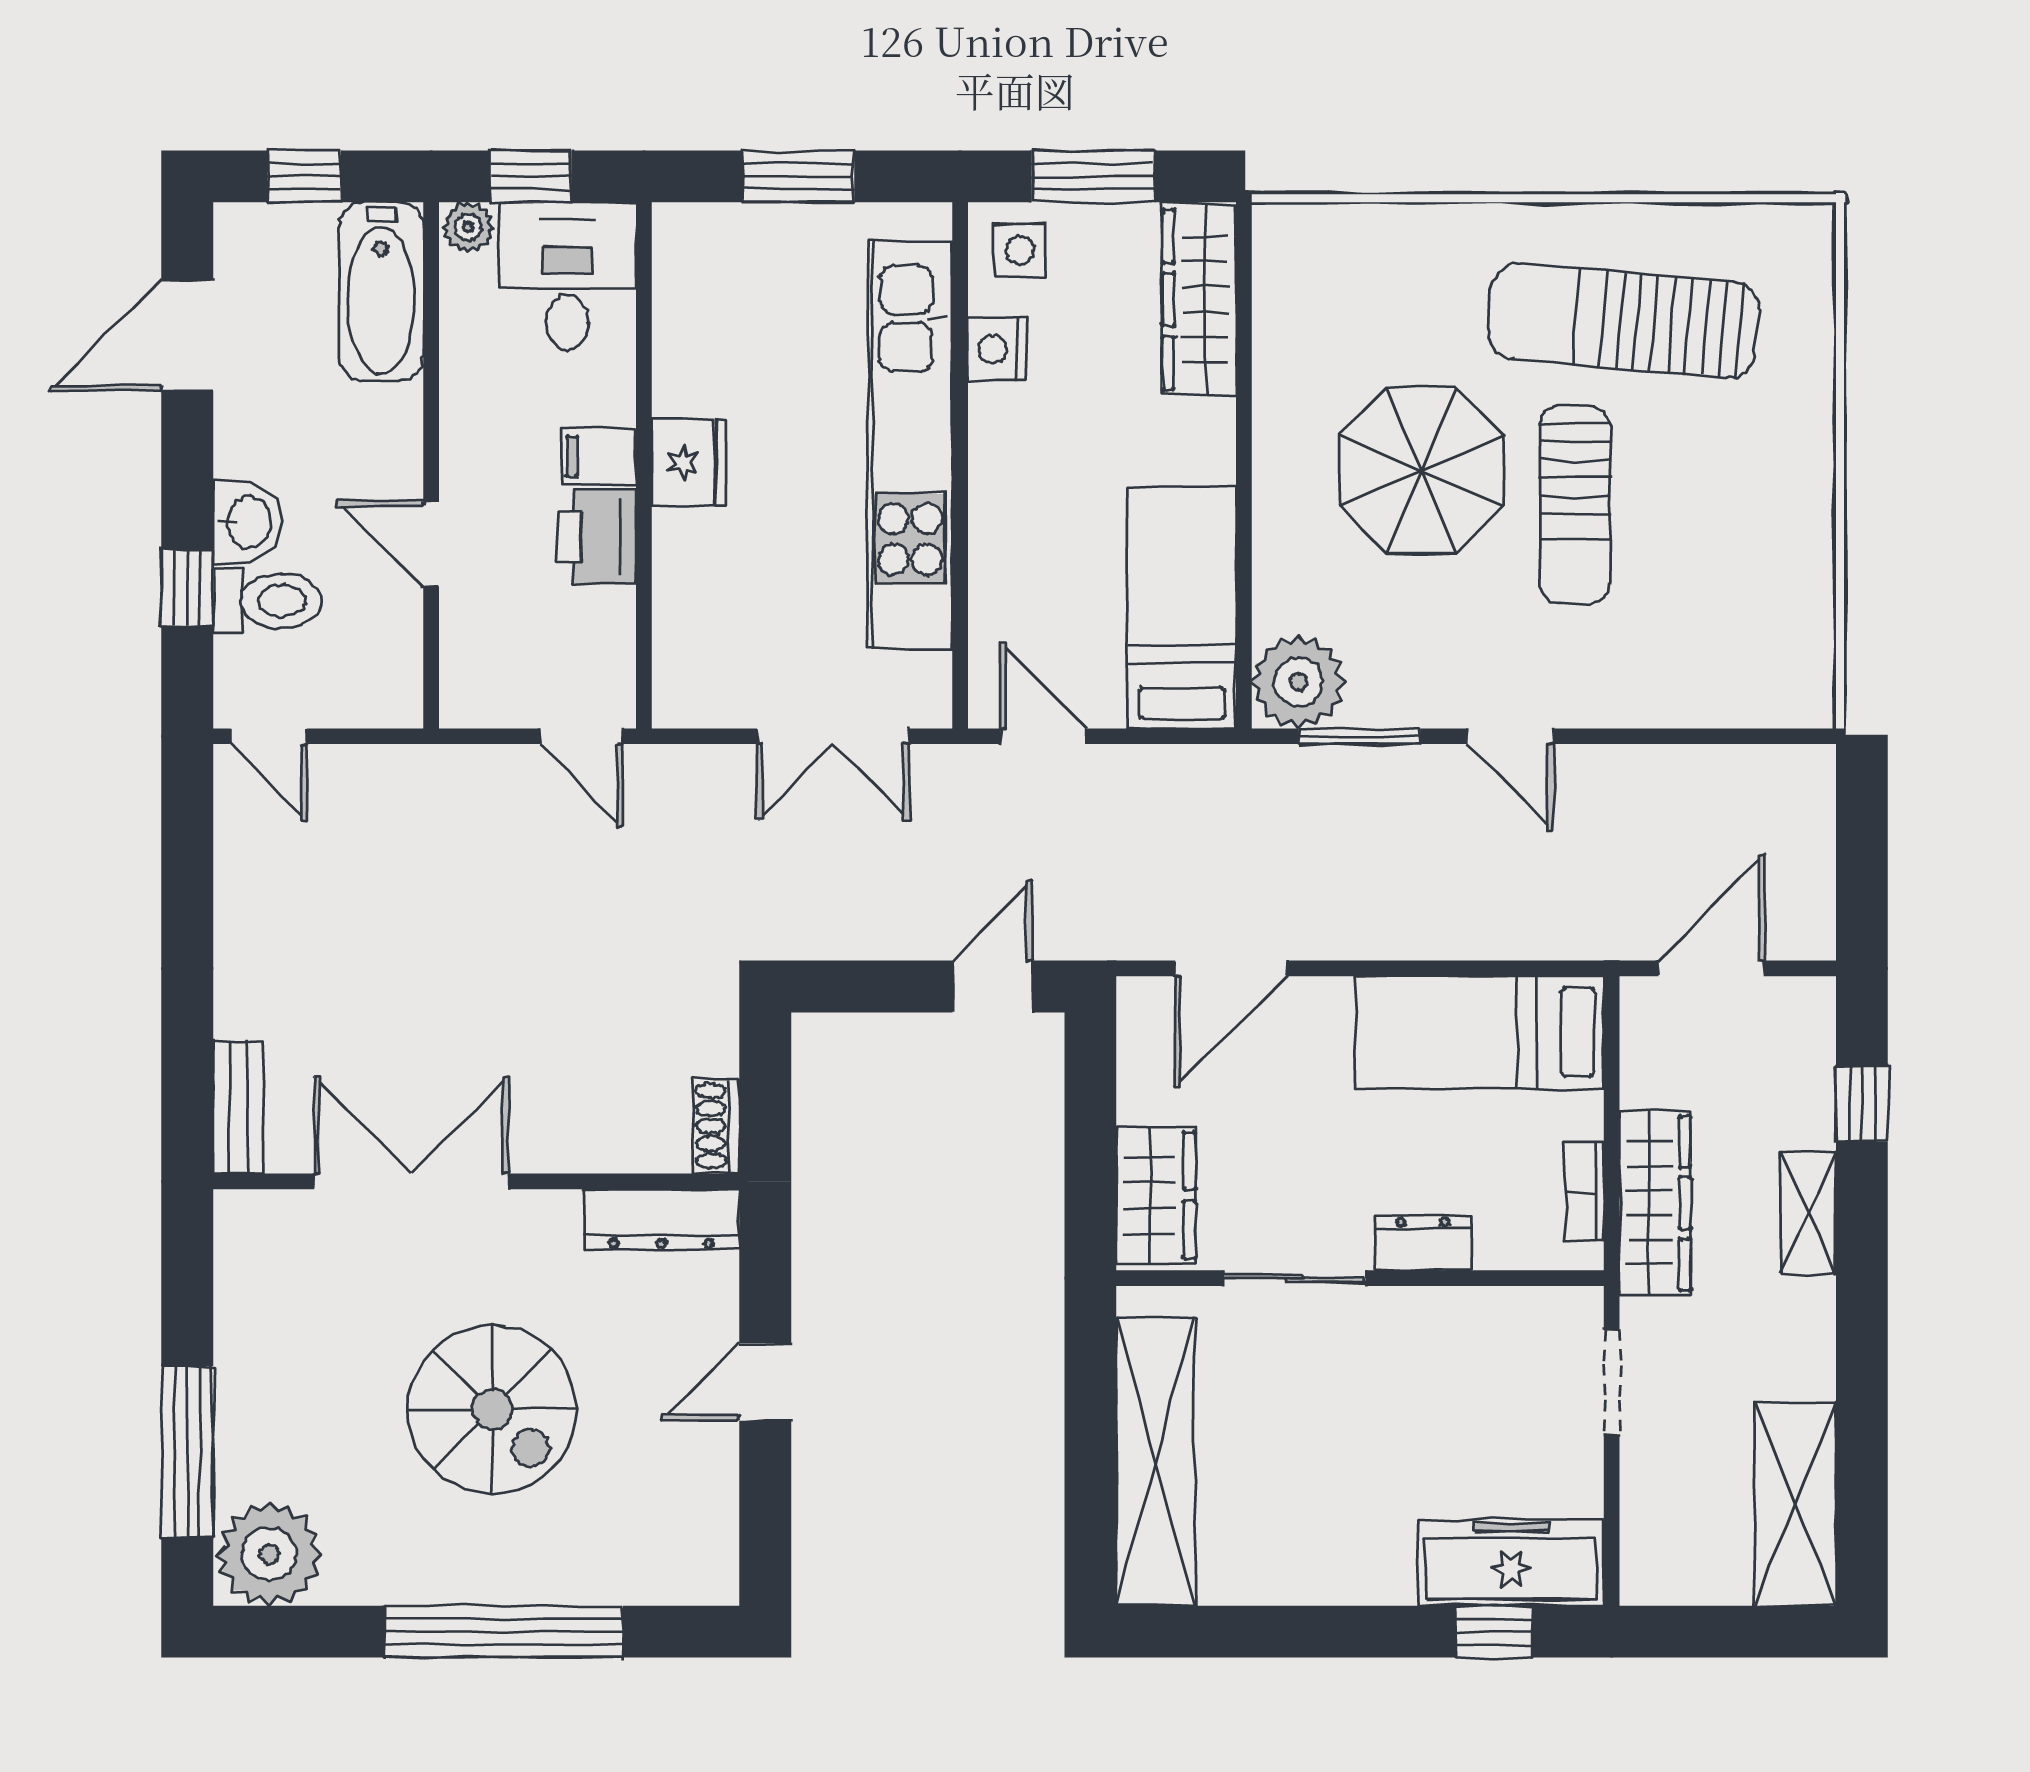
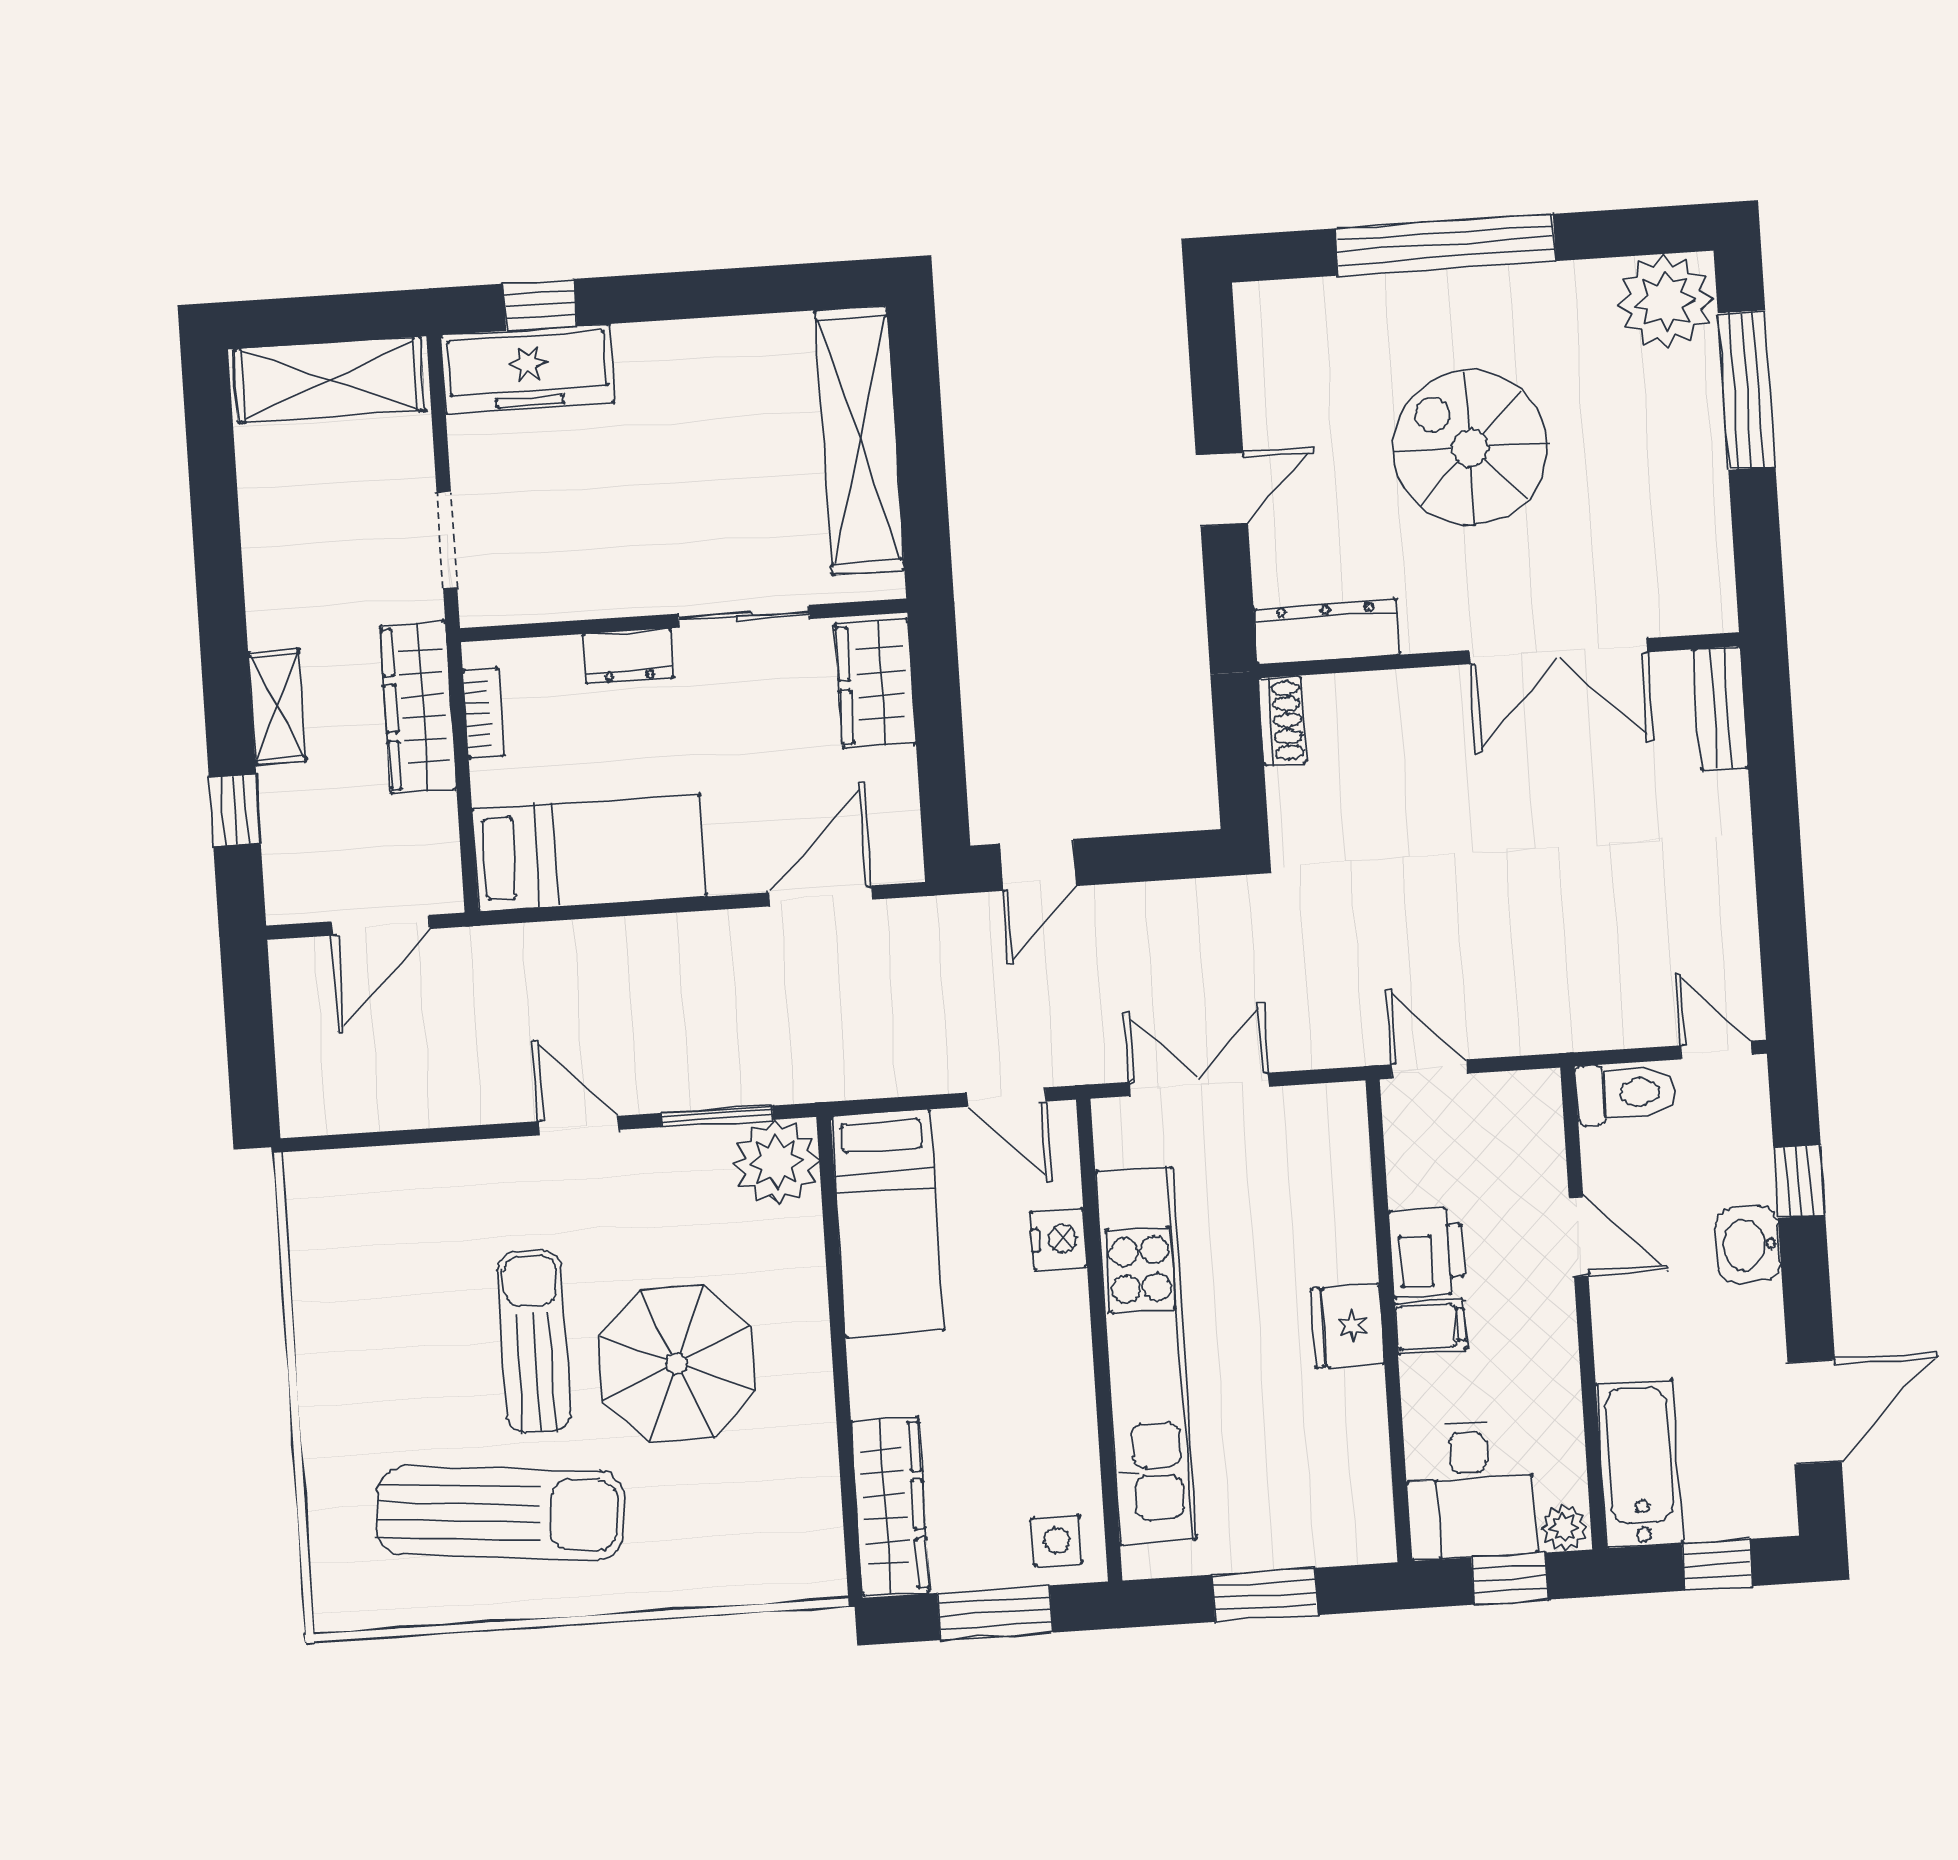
nightstand: (997, 349) -> (1058, 1239), moved
toilet: (267, 601) -> (1626, 1093), moved, turned 180
shelving: (1795, 1504) -> (329, 380), moved, turned 90

